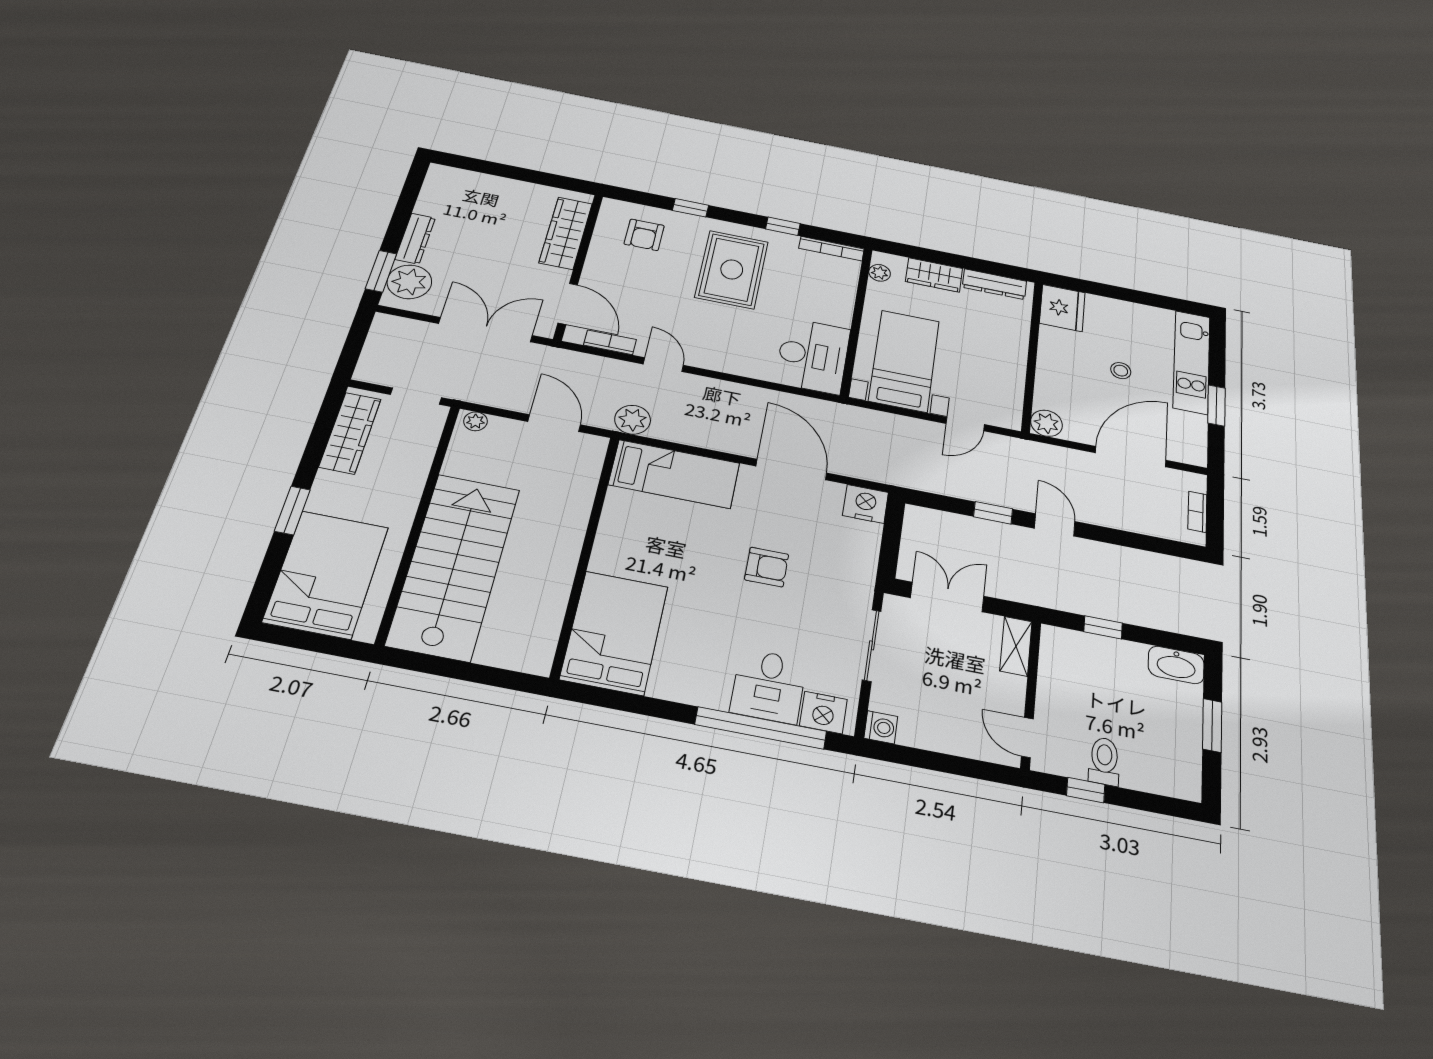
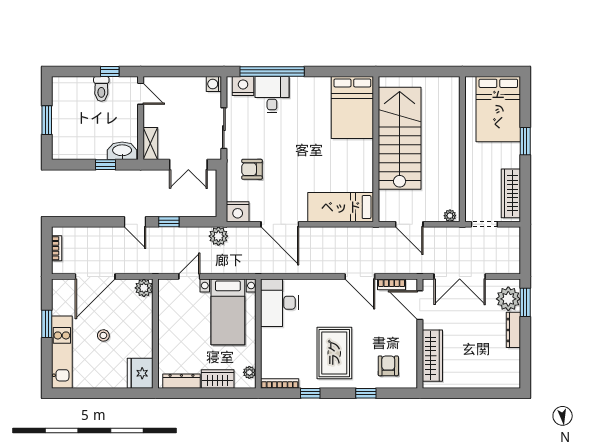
door: (663, 365) -> (360, 276), width x1.38
plant: (633, 420) -> (218, 236), moved
stairs: (454, 566) -> (400, 138), moved, turned 180
armchair: (767, 567) -> (252, 169), moved
washbasin: (1176, 665) -> (122, 151), moved

